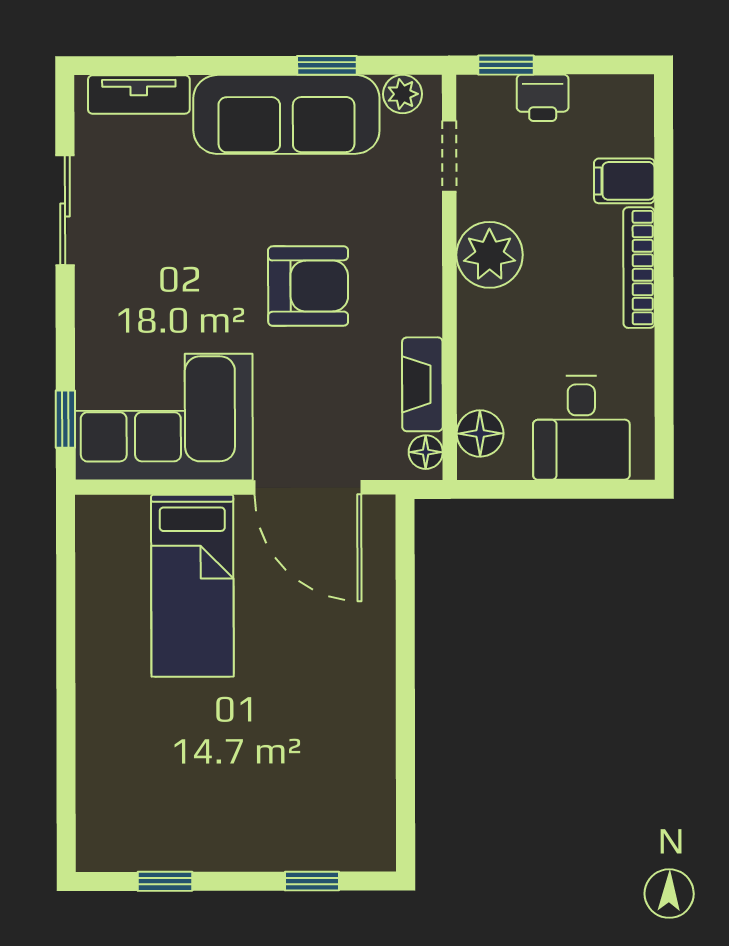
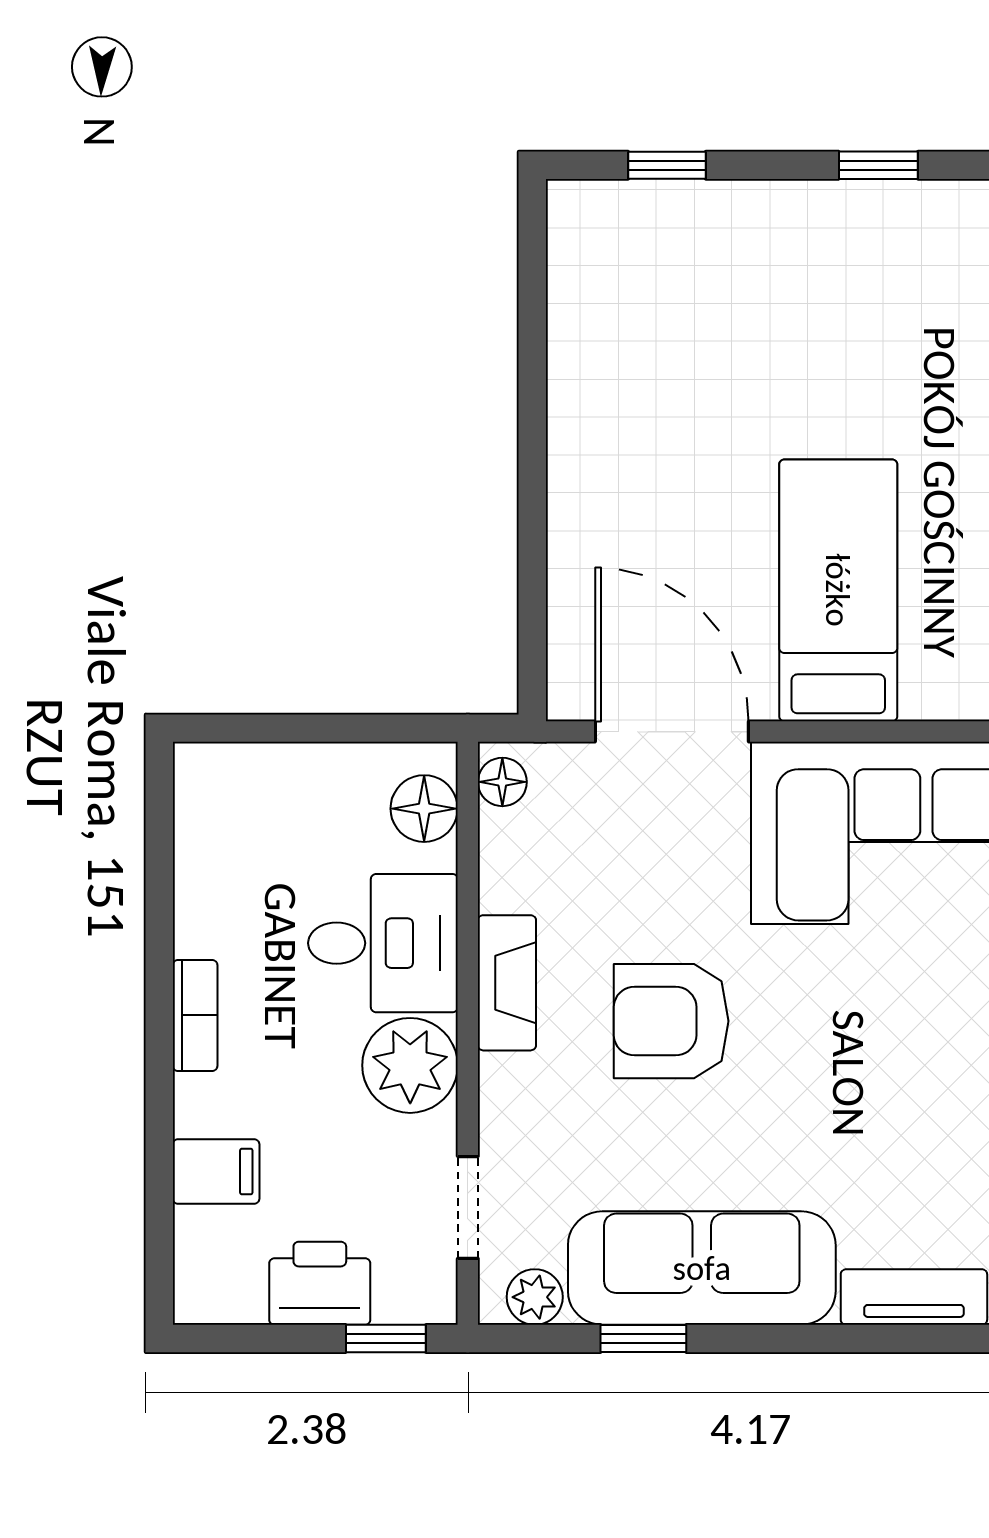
printer: (543, 98) -> (320, 1283), width x1.36, depth x1.24
bookcase: (639, 268) -> (195, 1015), width x0.64
fireplace: (422, 384) -> (507, 983), moved
desk: (581, 428) -> (383, 943), moved, turned 90

